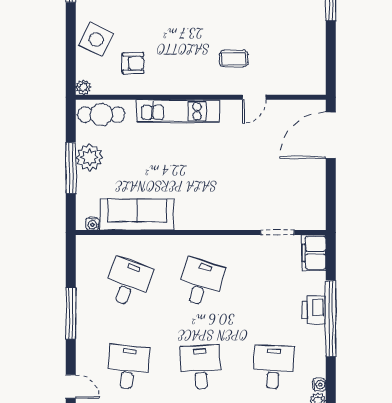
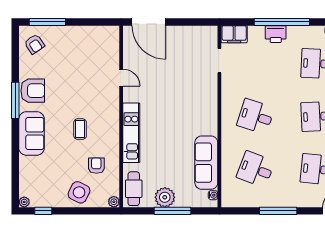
coffee table: (234, 58) -> (80, 129), moved

